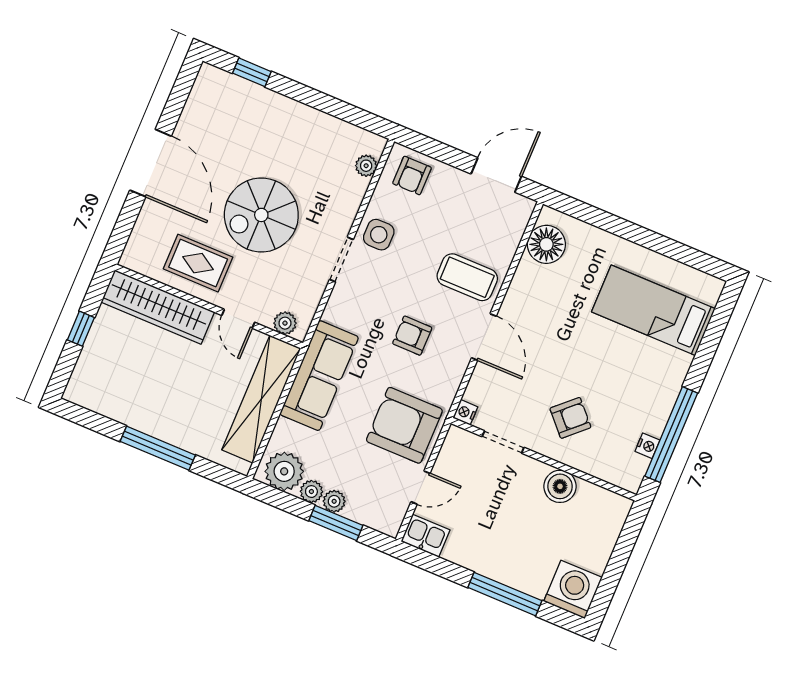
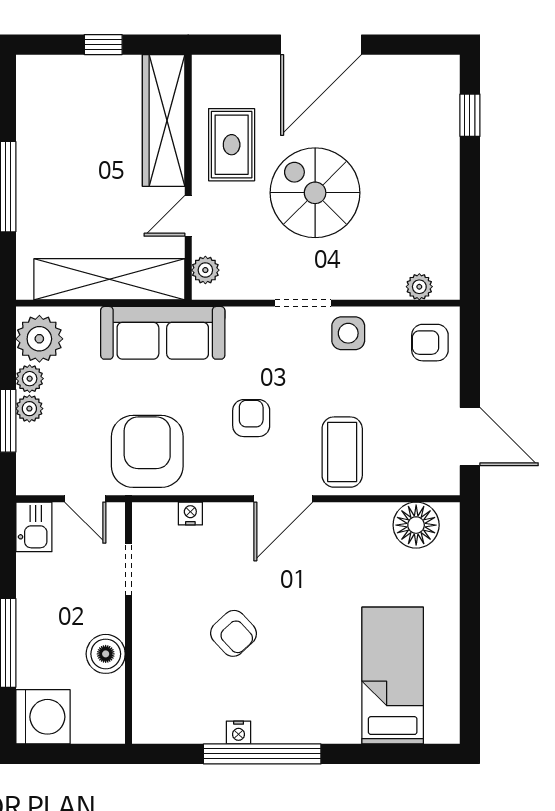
doorway: (503, 442) -> (129, 569), moved
wall: (544, 459) -> (129, 623), moved
boiler: (560, 486) -> (106, 654), moved

